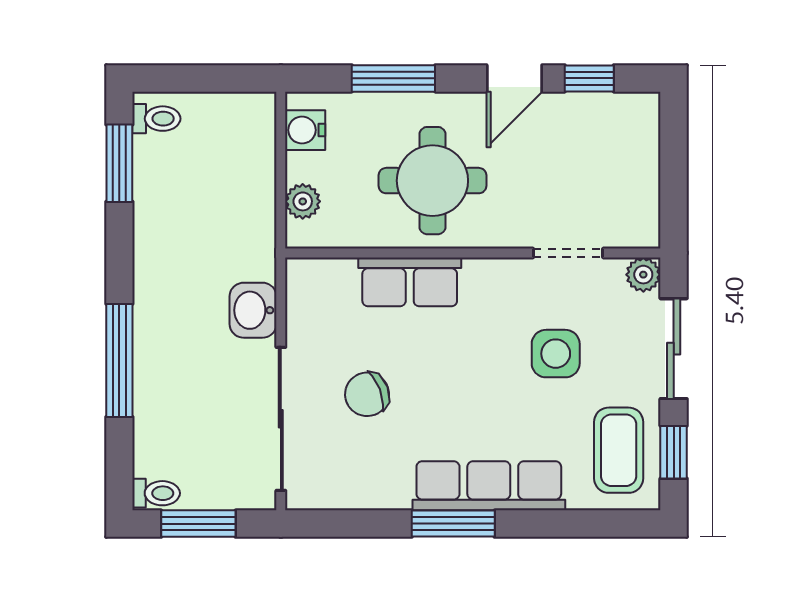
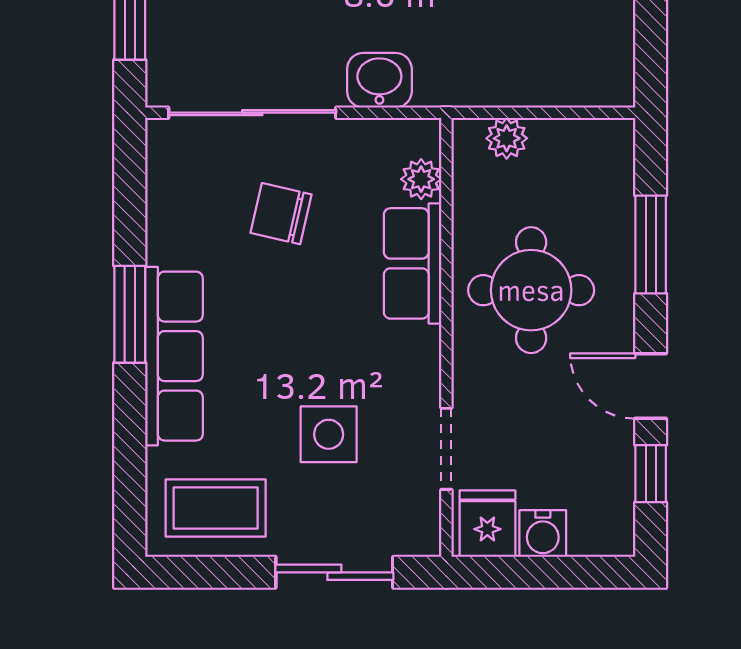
water cooler: (305, 130) -> (543, 534), moved, turned 180
fridge: (632, 218) -> (487, 524), added
plant: (643, 275) -> (421, 179), moved
chair: (367, 394) -> (281, 214), turned -56
window: (674, 452) -> (213, 572), removed

